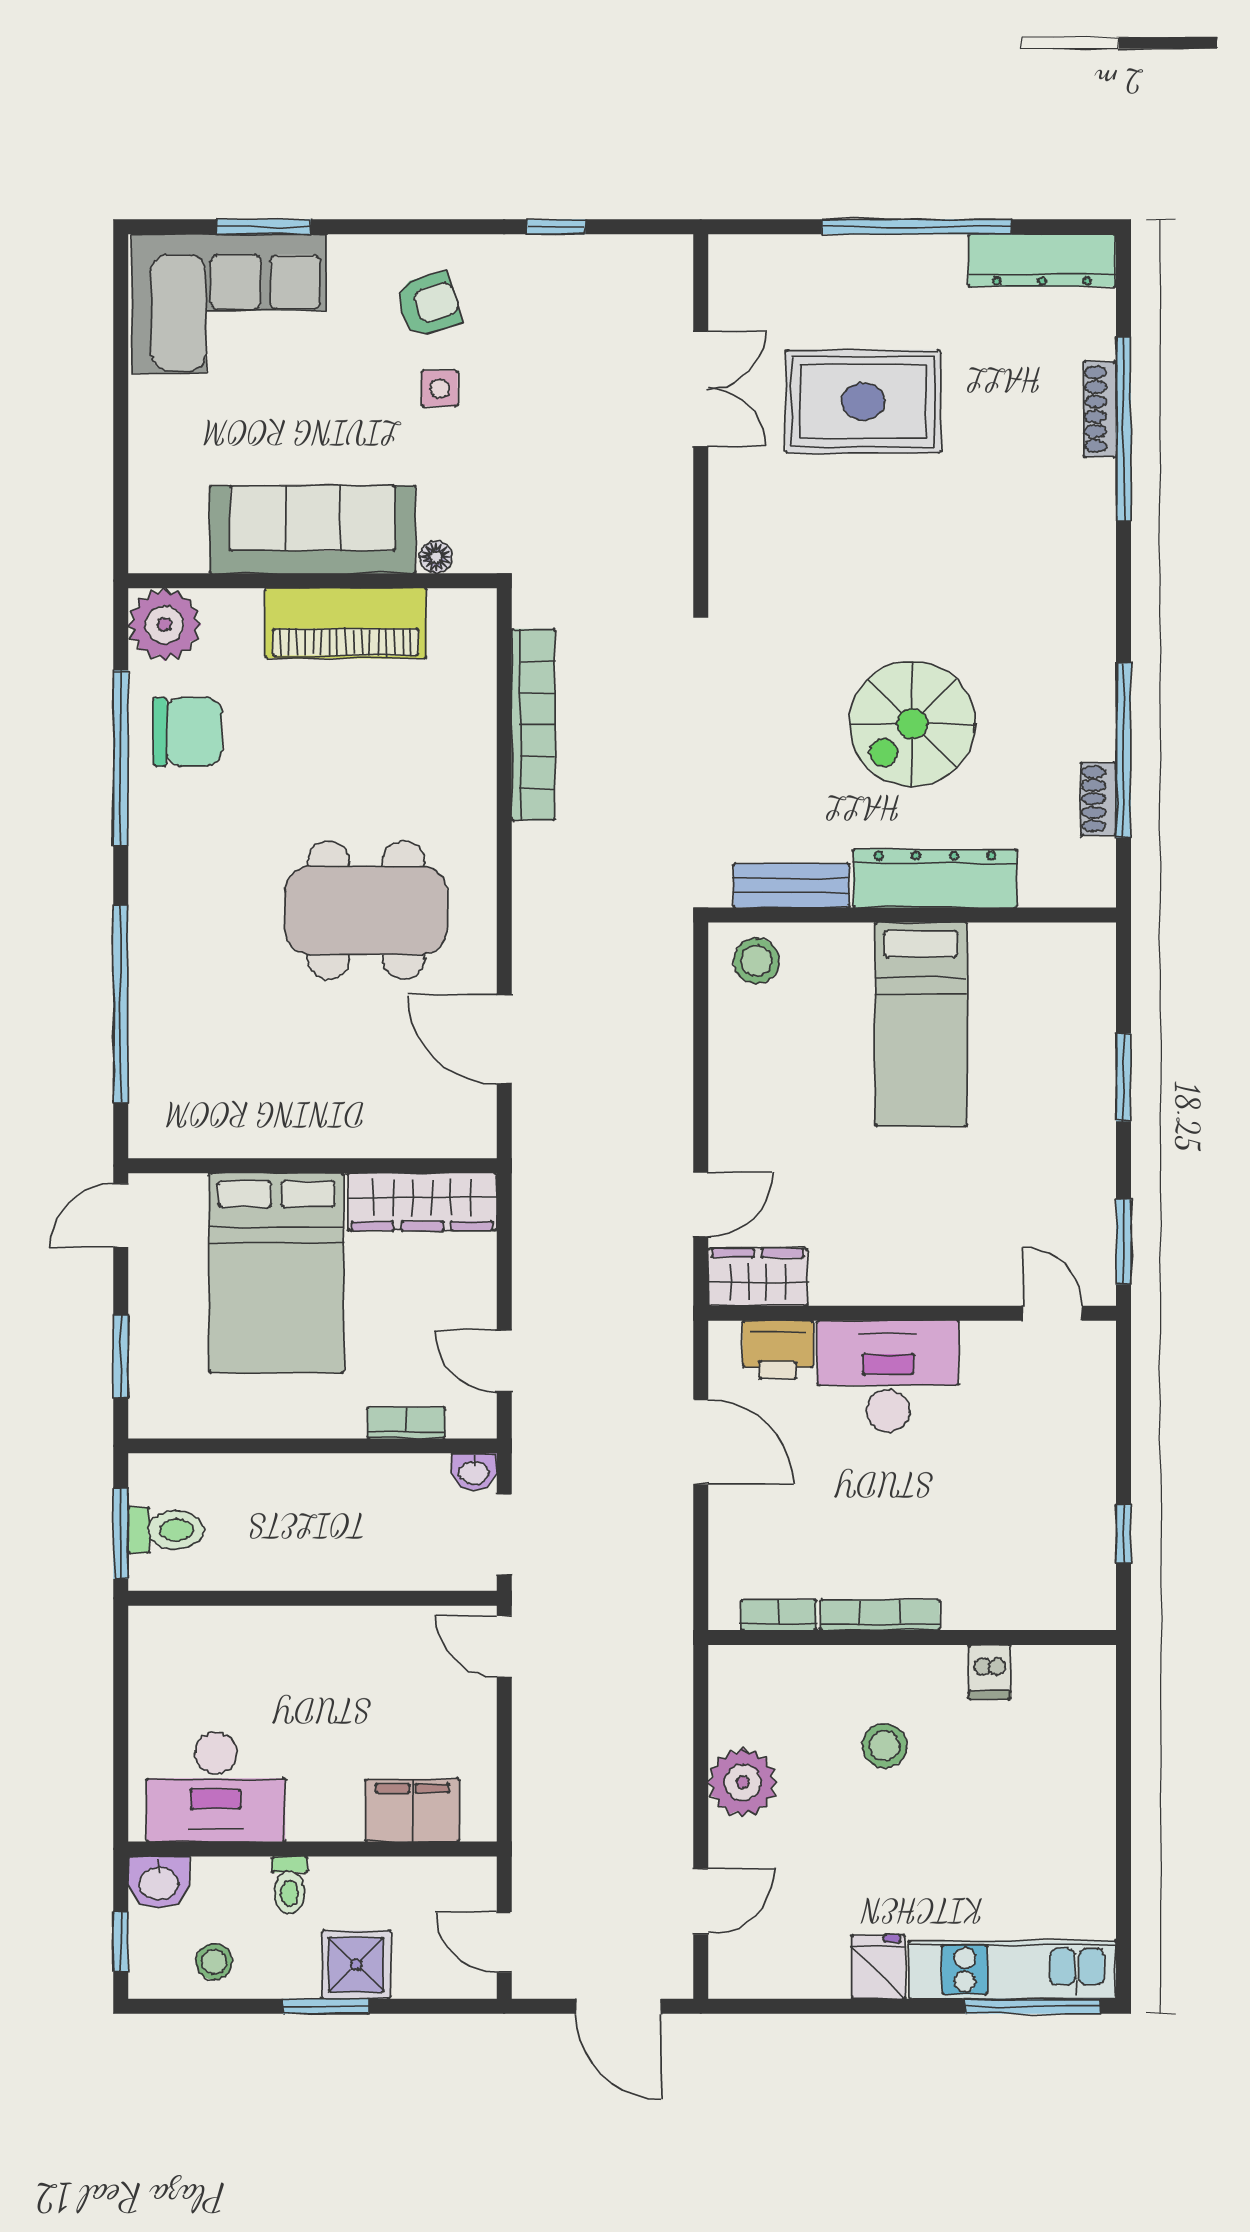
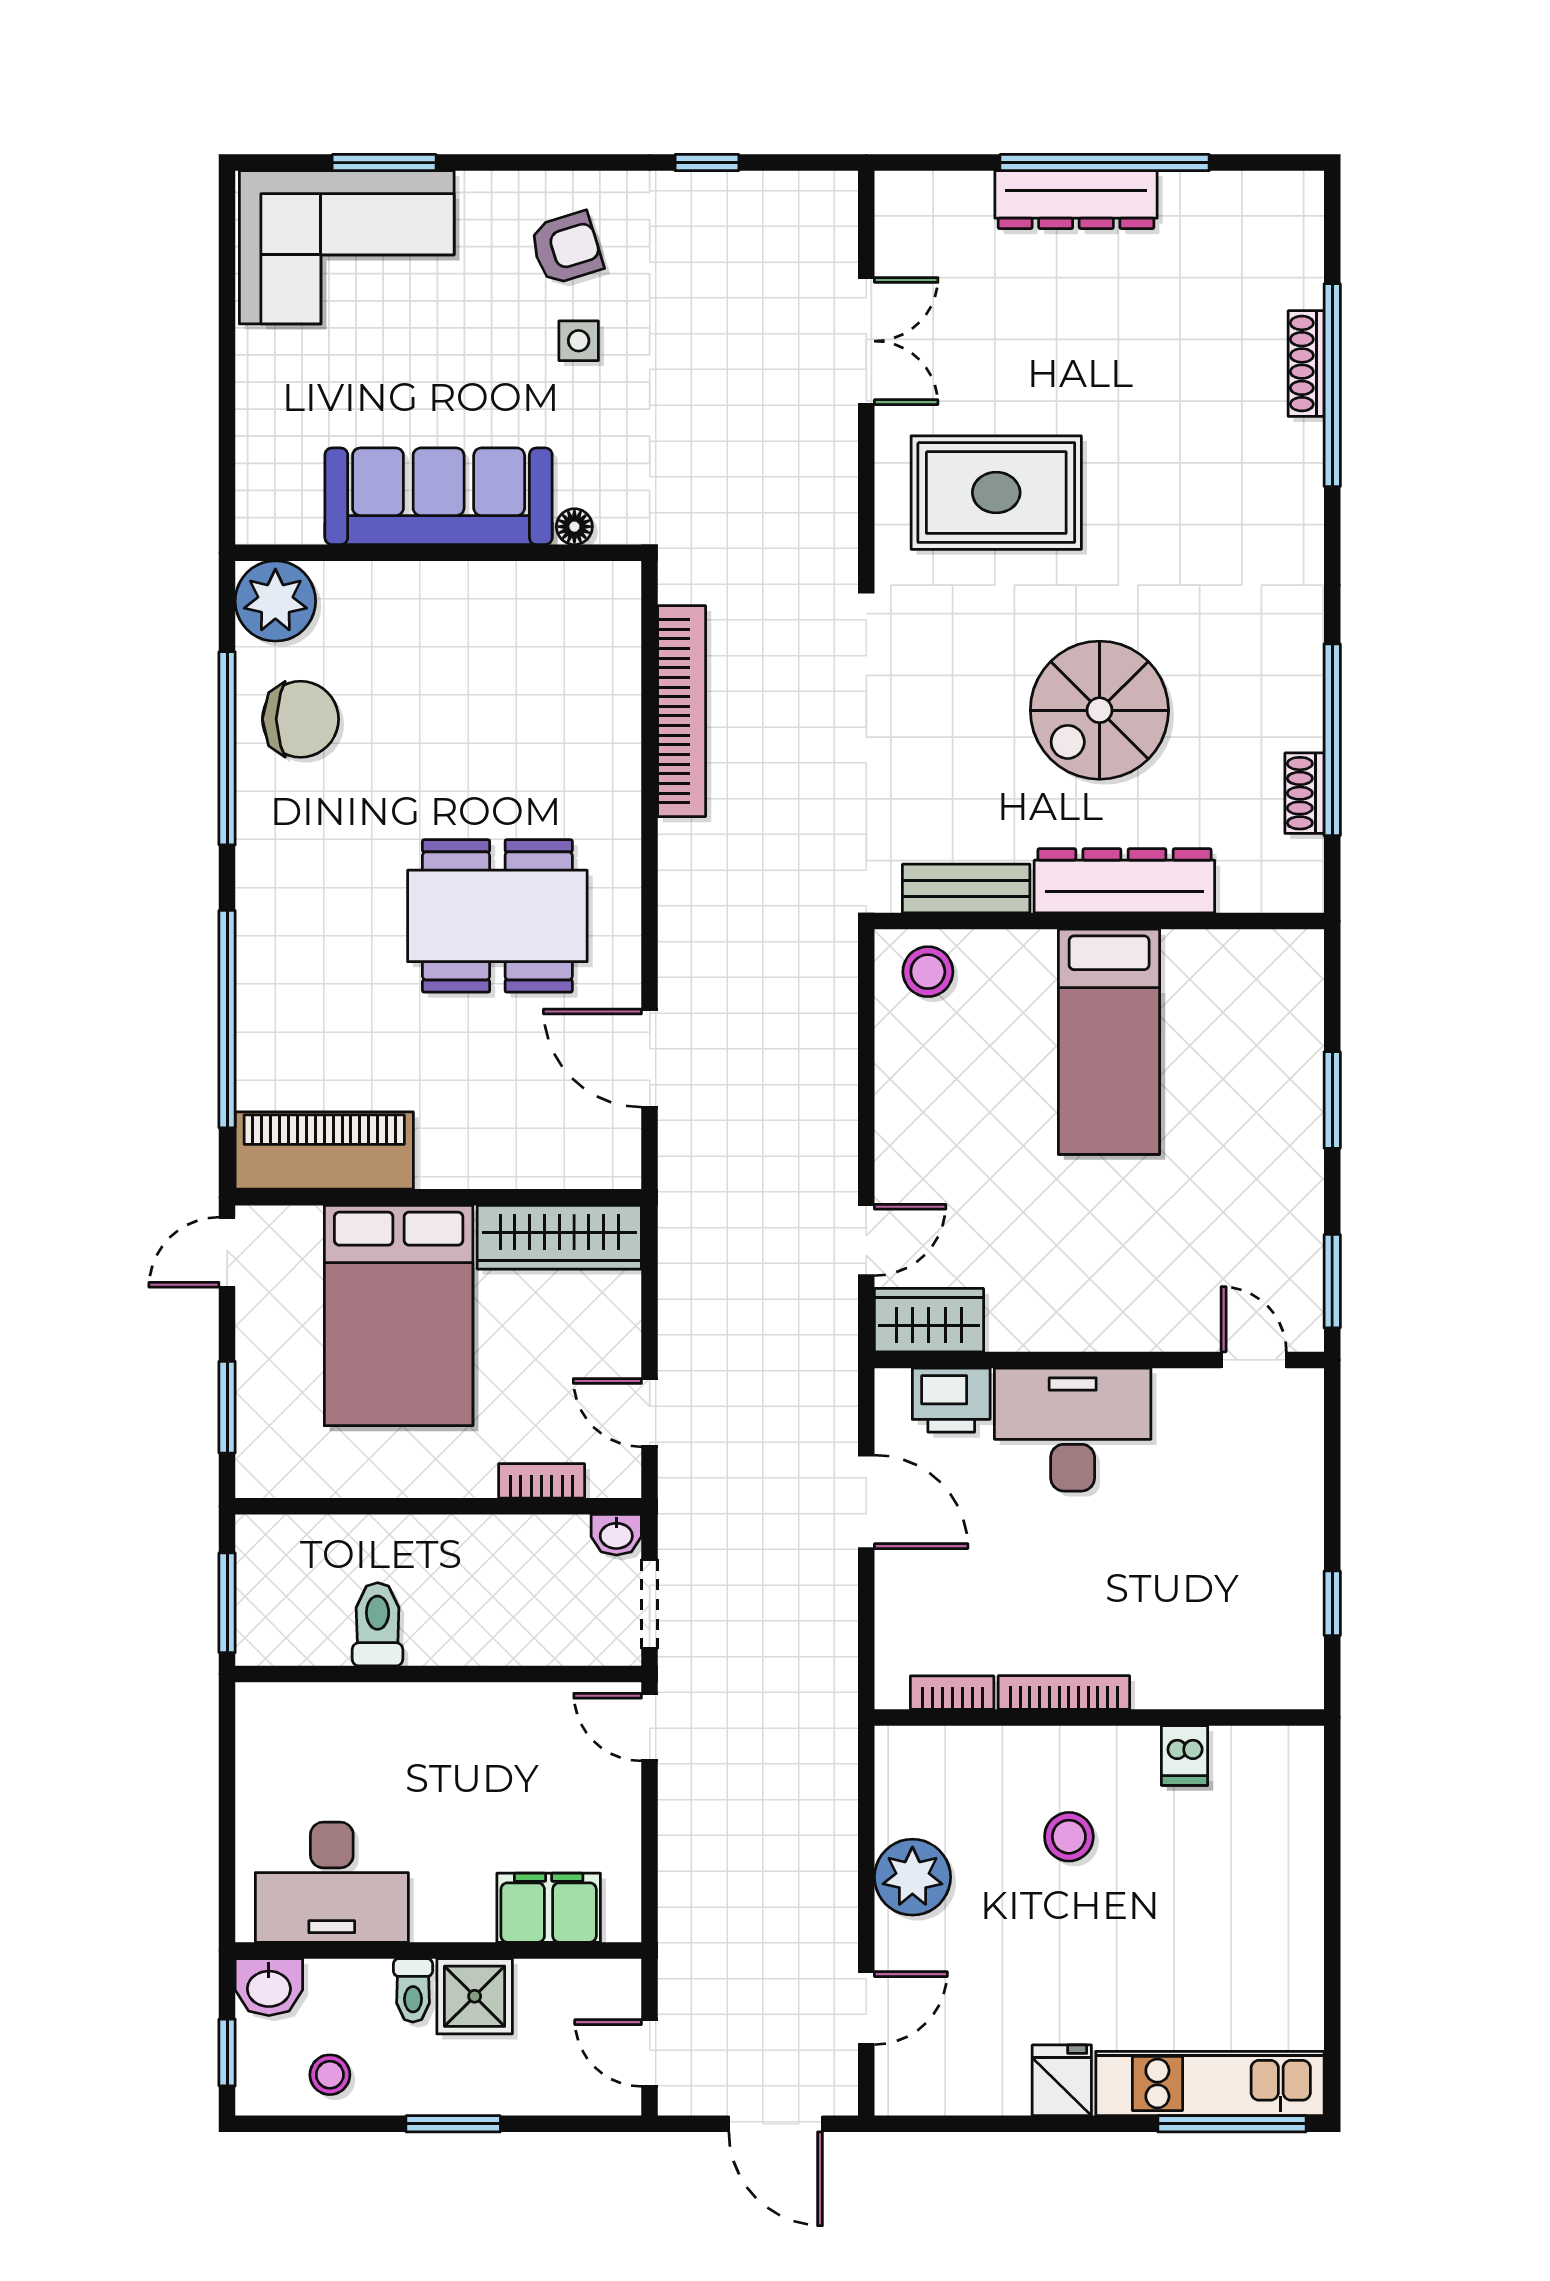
dresser: (1042, 260) -> (1076, 200), moved
rug: (863, 401) -> (996, 493), moved
piano: (346, 623) -> (324, 1151), moved, turned 180
toilet: (166, 1530) -> (378, 1624), moved, turned -90
shower: (356, 1965) -> (475, 1996), moved

